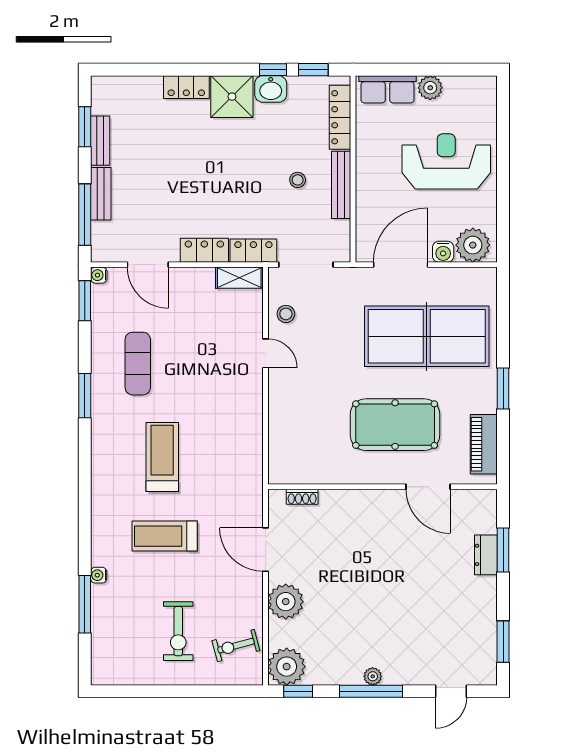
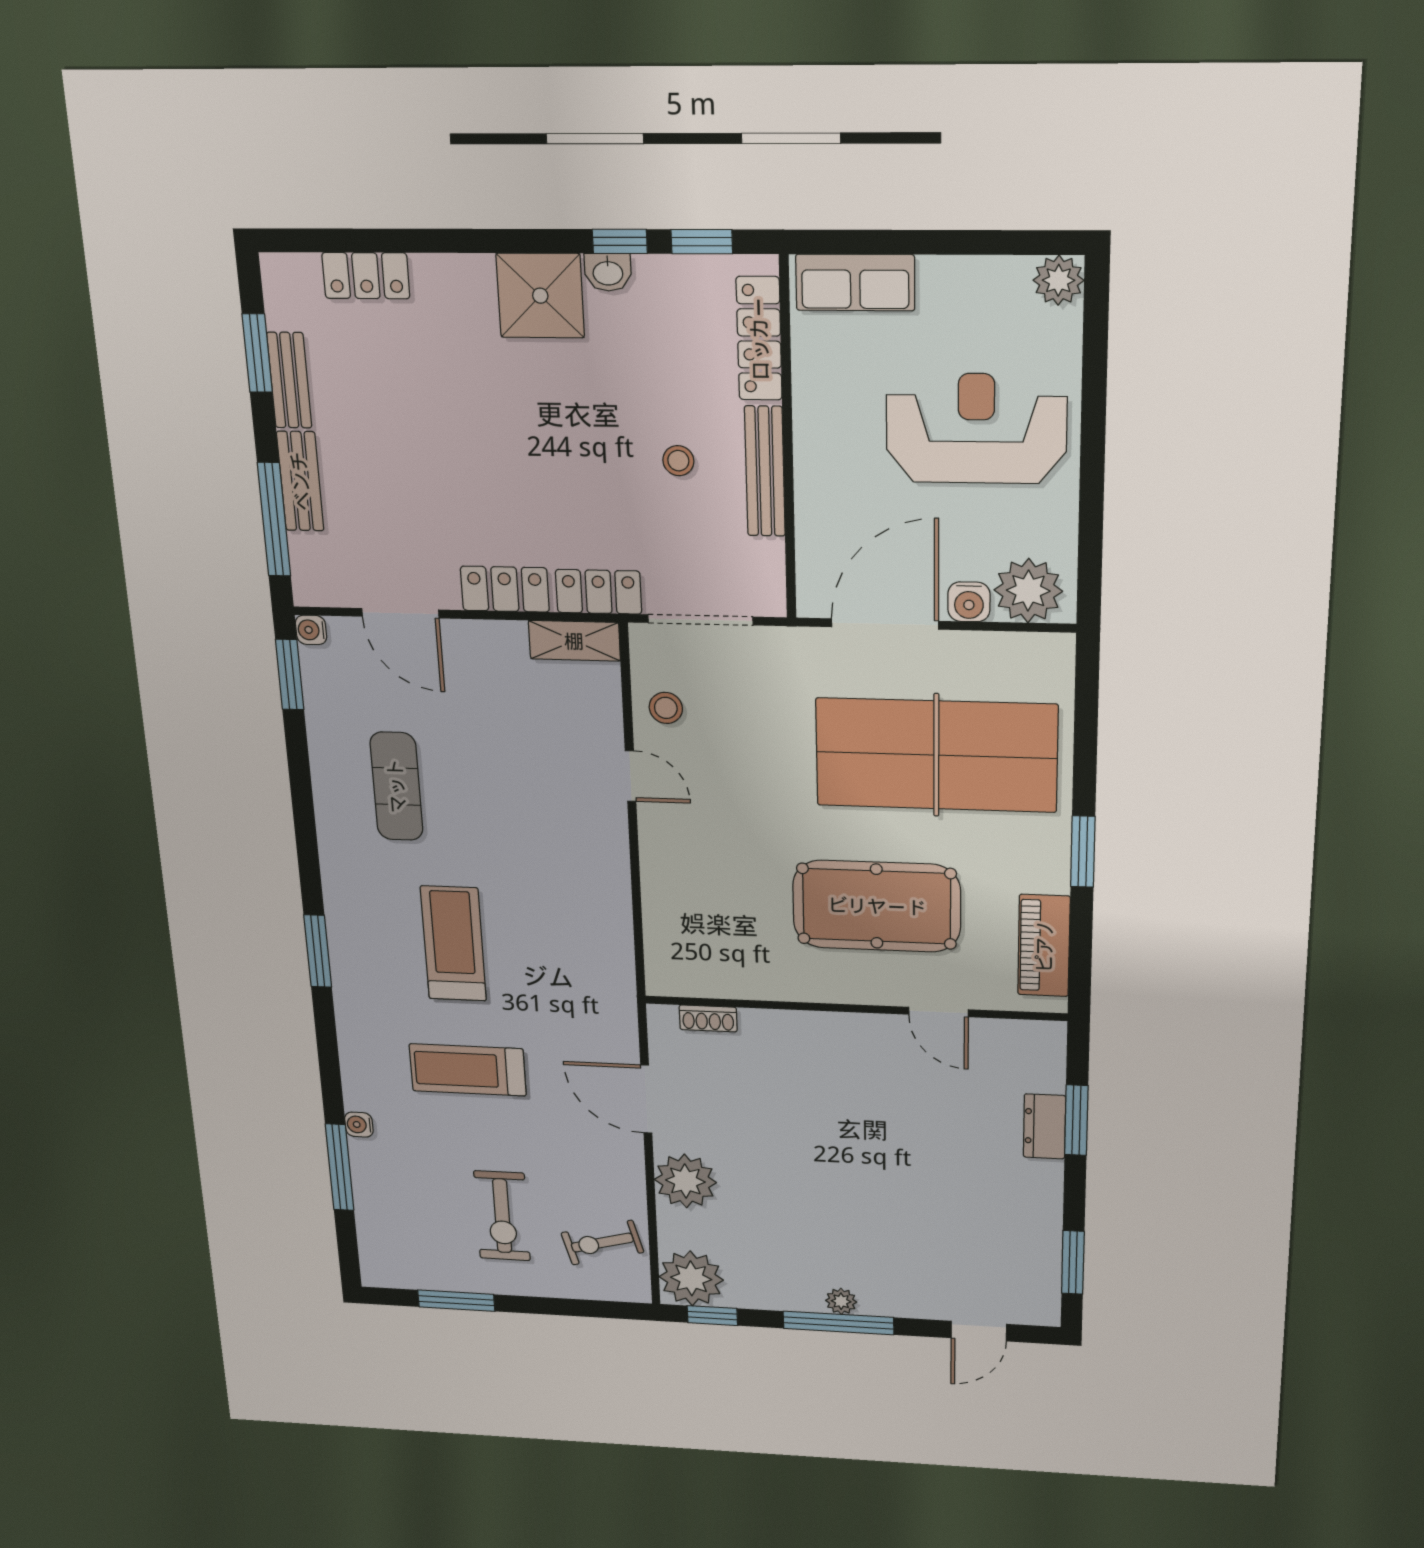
locker: (186, 87) -> (366, 276), moved
plant: (430, 88) -> (1059, 280), moved
washbasin: (271, 89) -> (608, 272), width x0.72, depth x0.69
window: (85, 396) -> (318, 951), moved
door: (428, 487) -> (939, 1012), width x0.73
window: (147, 691) -> (456, 1301), added

